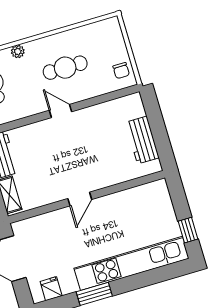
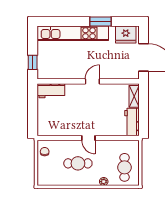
workbench: (142, 140) -> (51, 91), moved, turned 90
window: (188, 230) -> (33, 62), moved
fridge: (51, 289) -> (126, 34), width x1.88, depth x1.34

